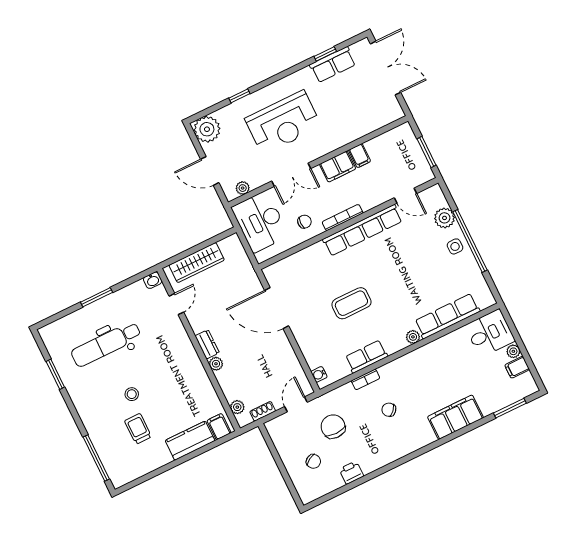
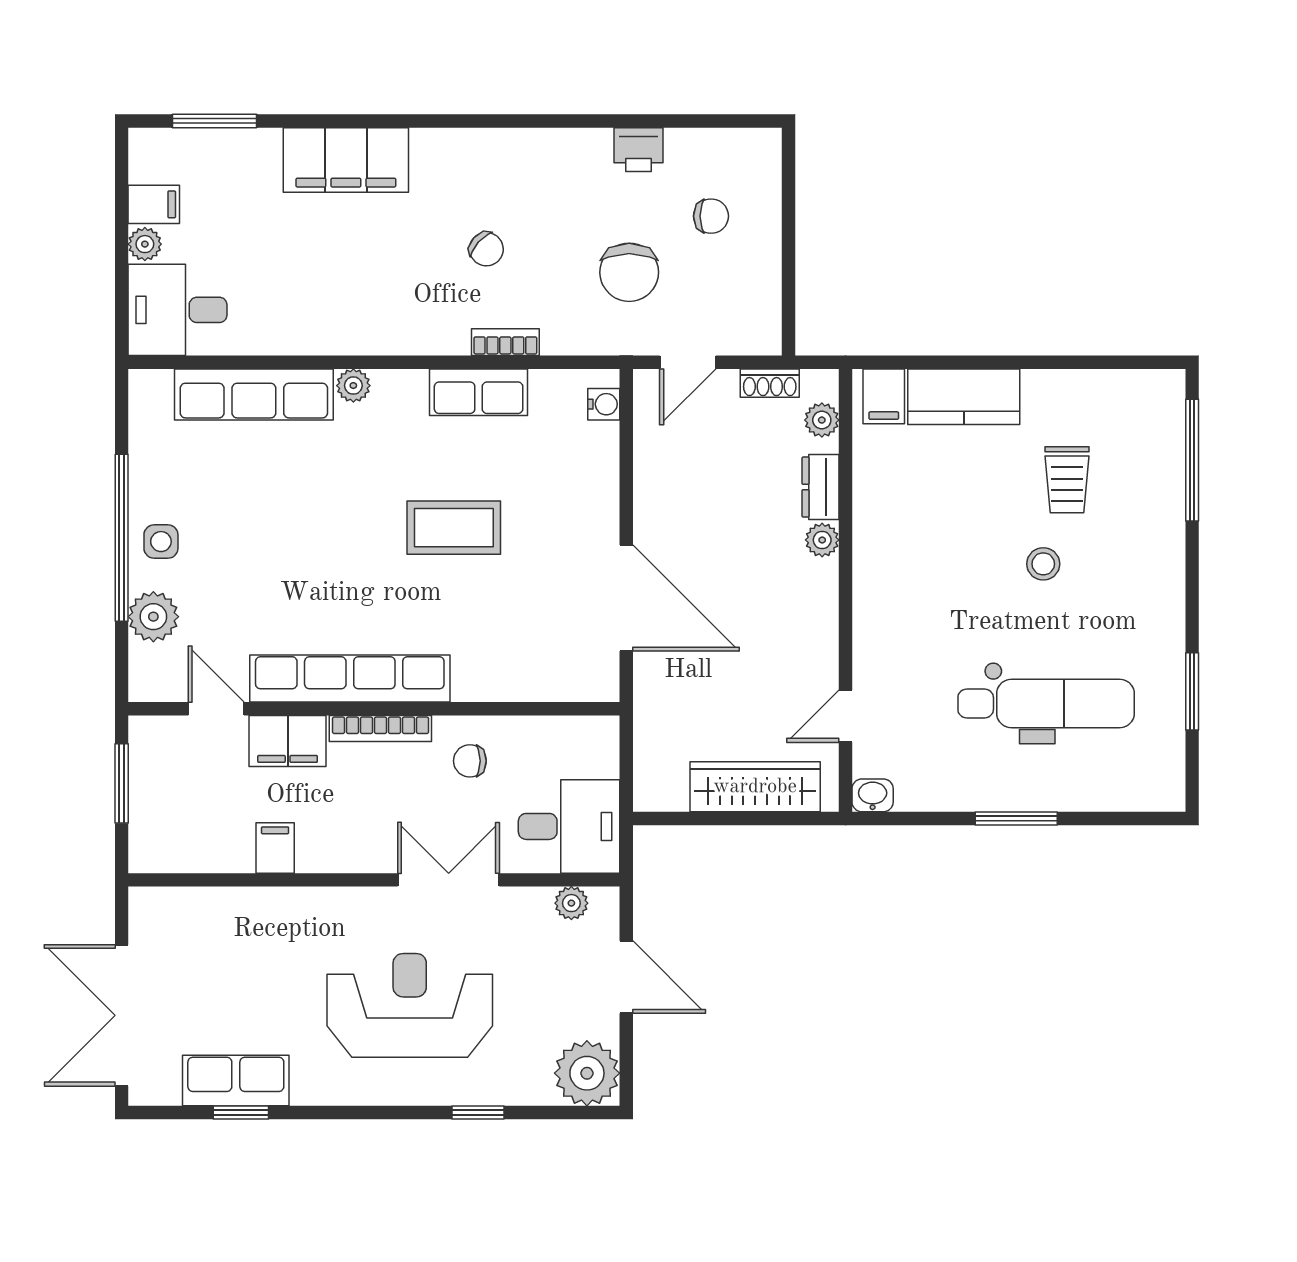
filing cabinet: (338, 167) -> (288, 741), moved, turned 180
desk: (260, 222) -> (569, 826), width x0.73
dresser: (207, 344) -> (821, 487), moved
chair: (313, 461) -> (711, 216), turned 121

